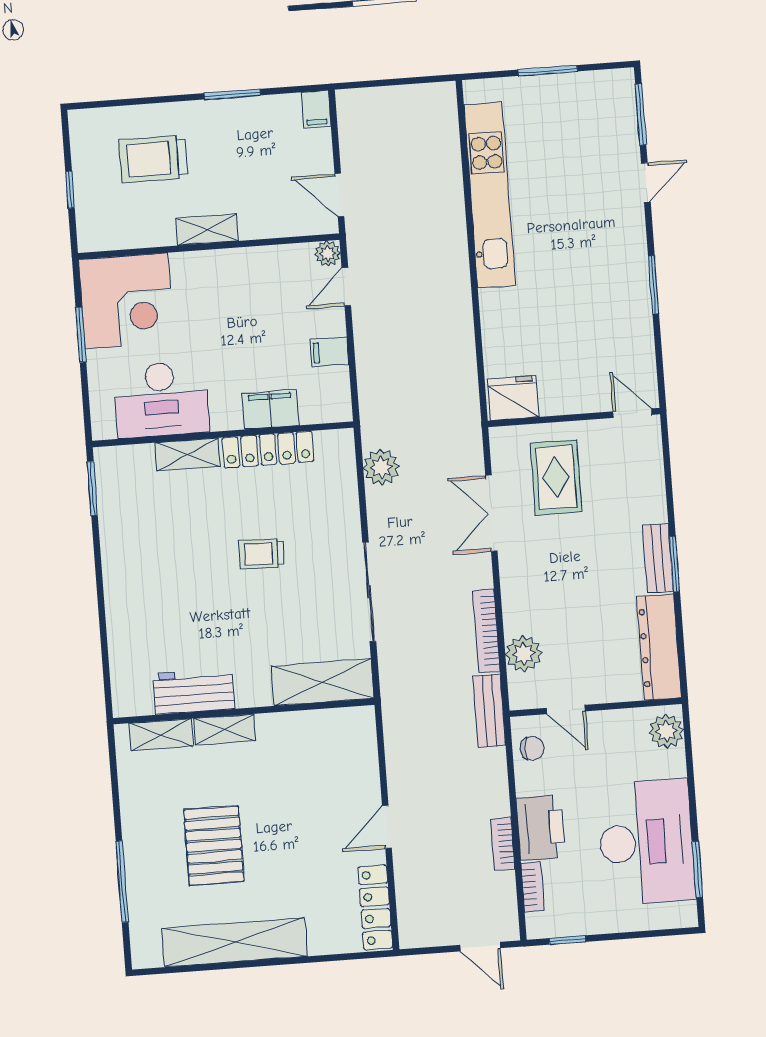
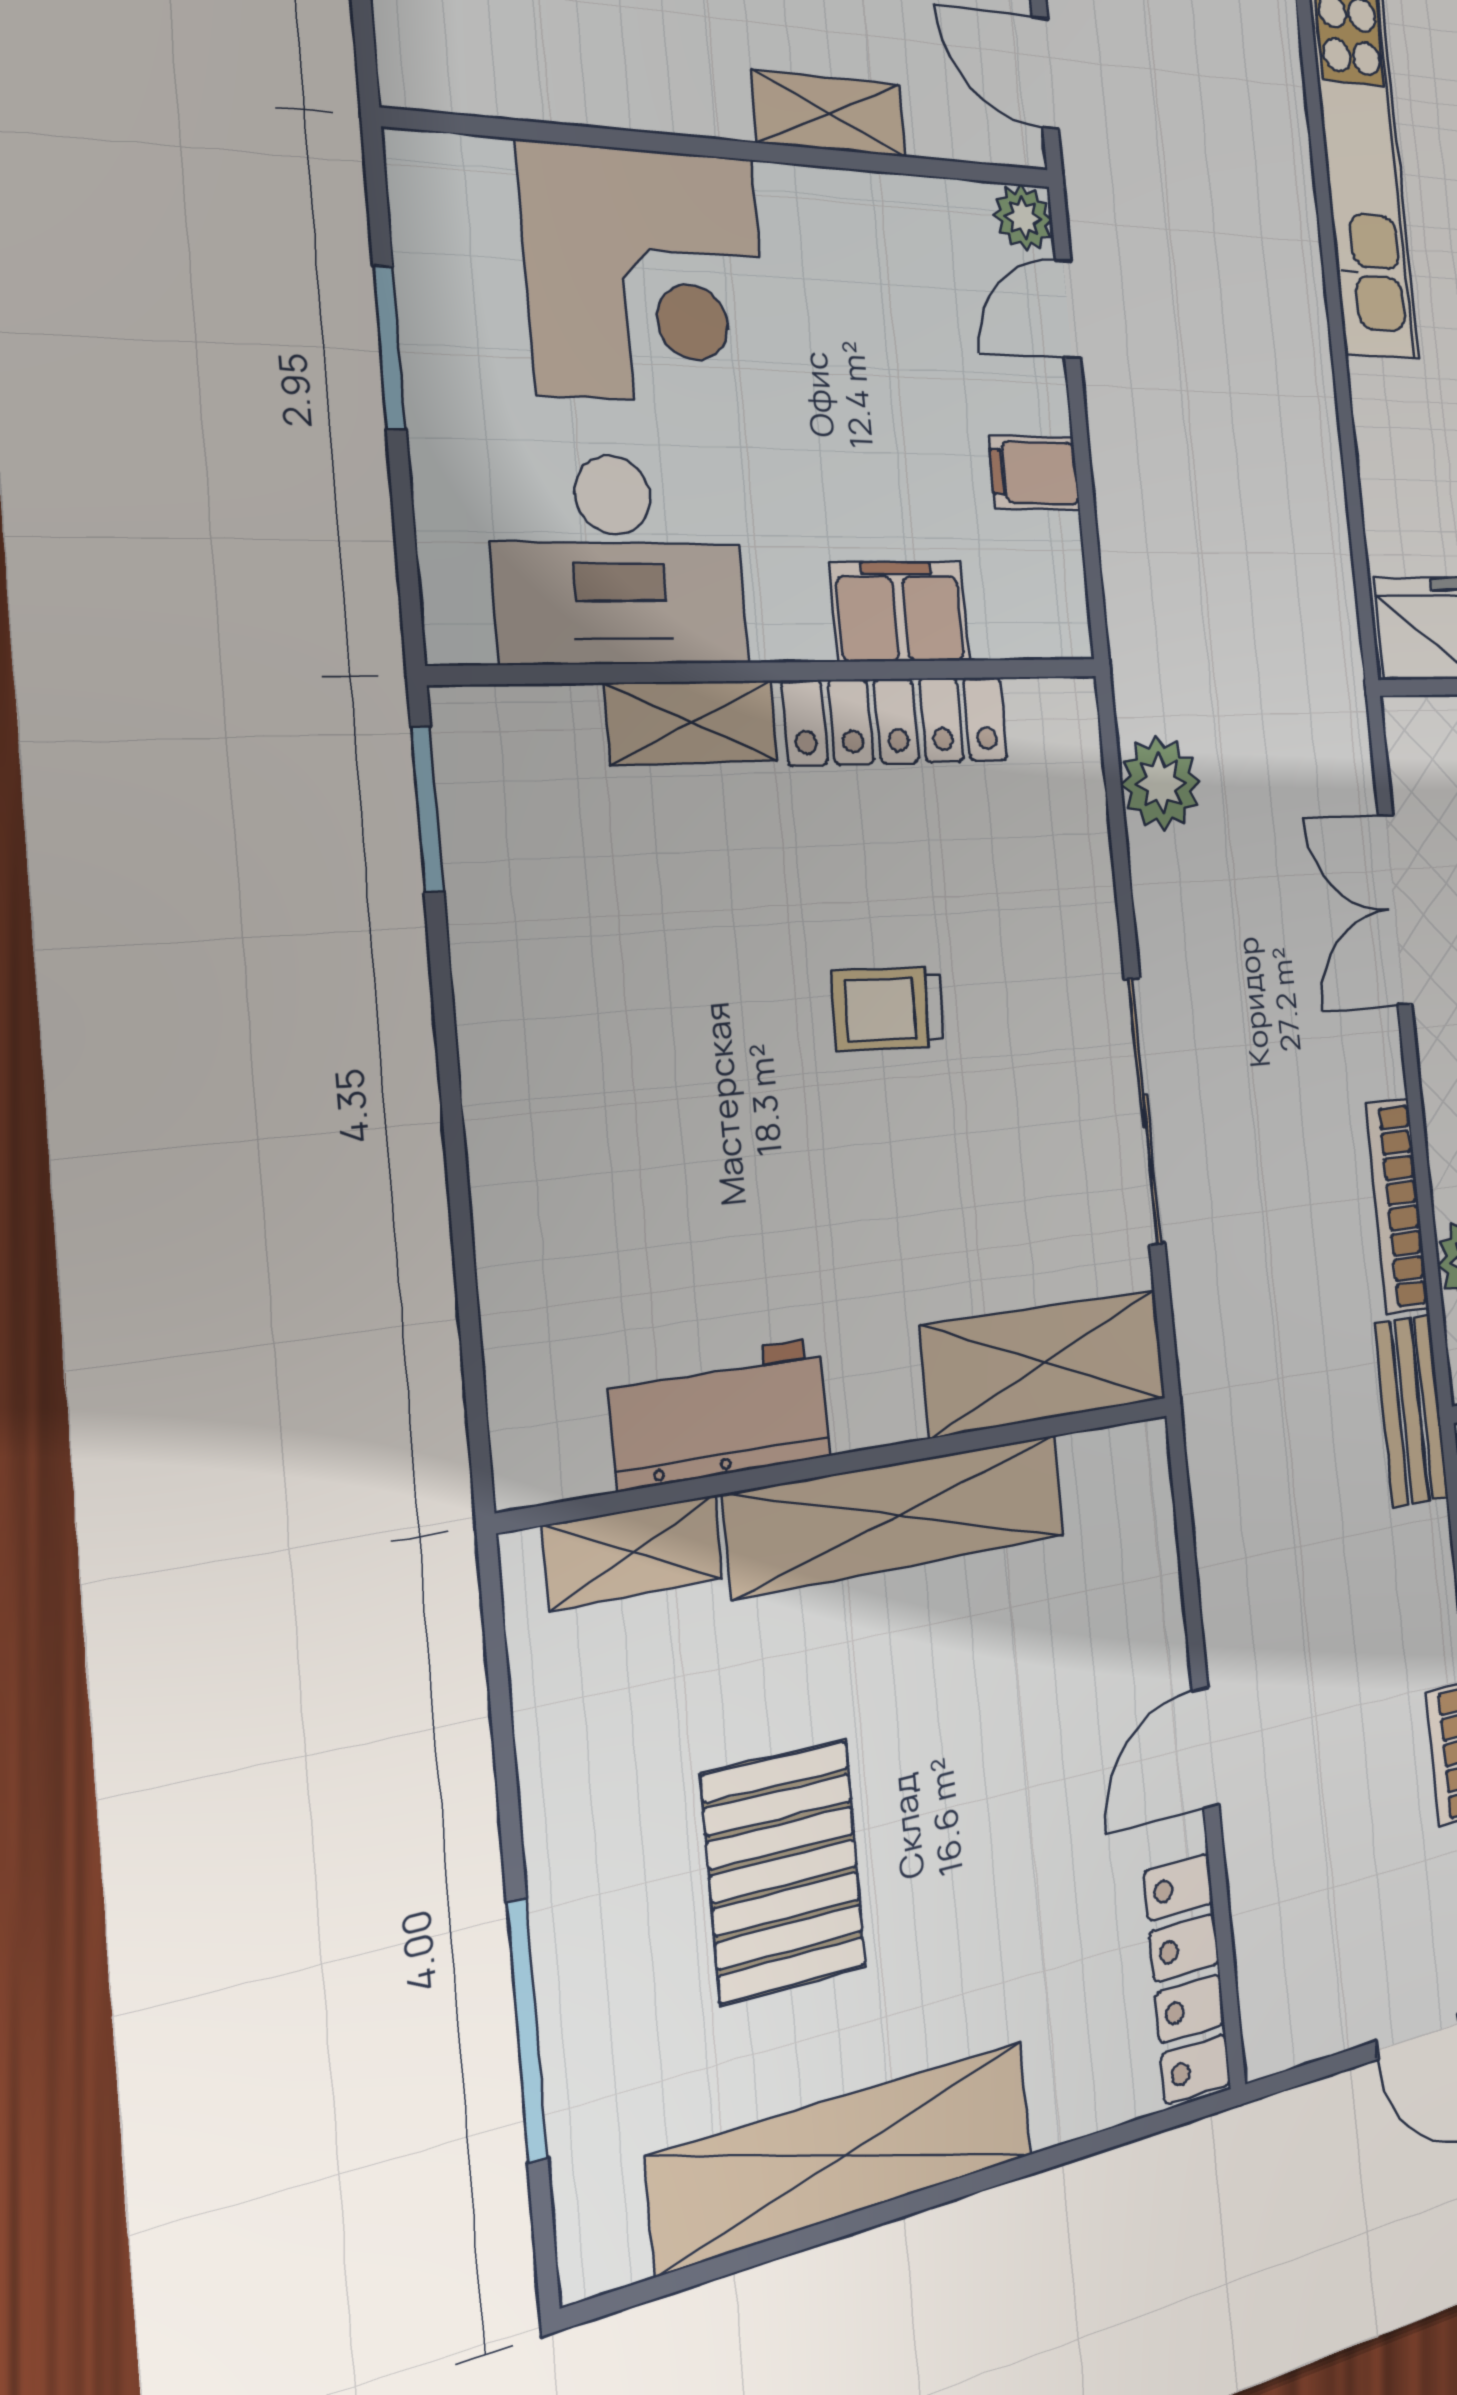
shelving: (207, 230) -> (829, 113), moved
corner desk: (126, 301) -> (646, 275), moved
shelving: (225, 730) -> (898, 1515), width x2.20, depth x1.33

